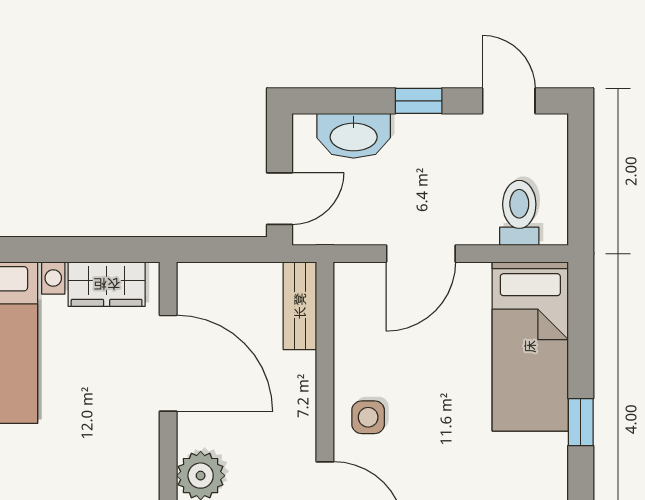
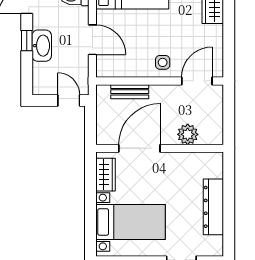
washbasin: (354, 136) -> (42, 46), moved
bench: (300, 306) -> (130, 92), moved

